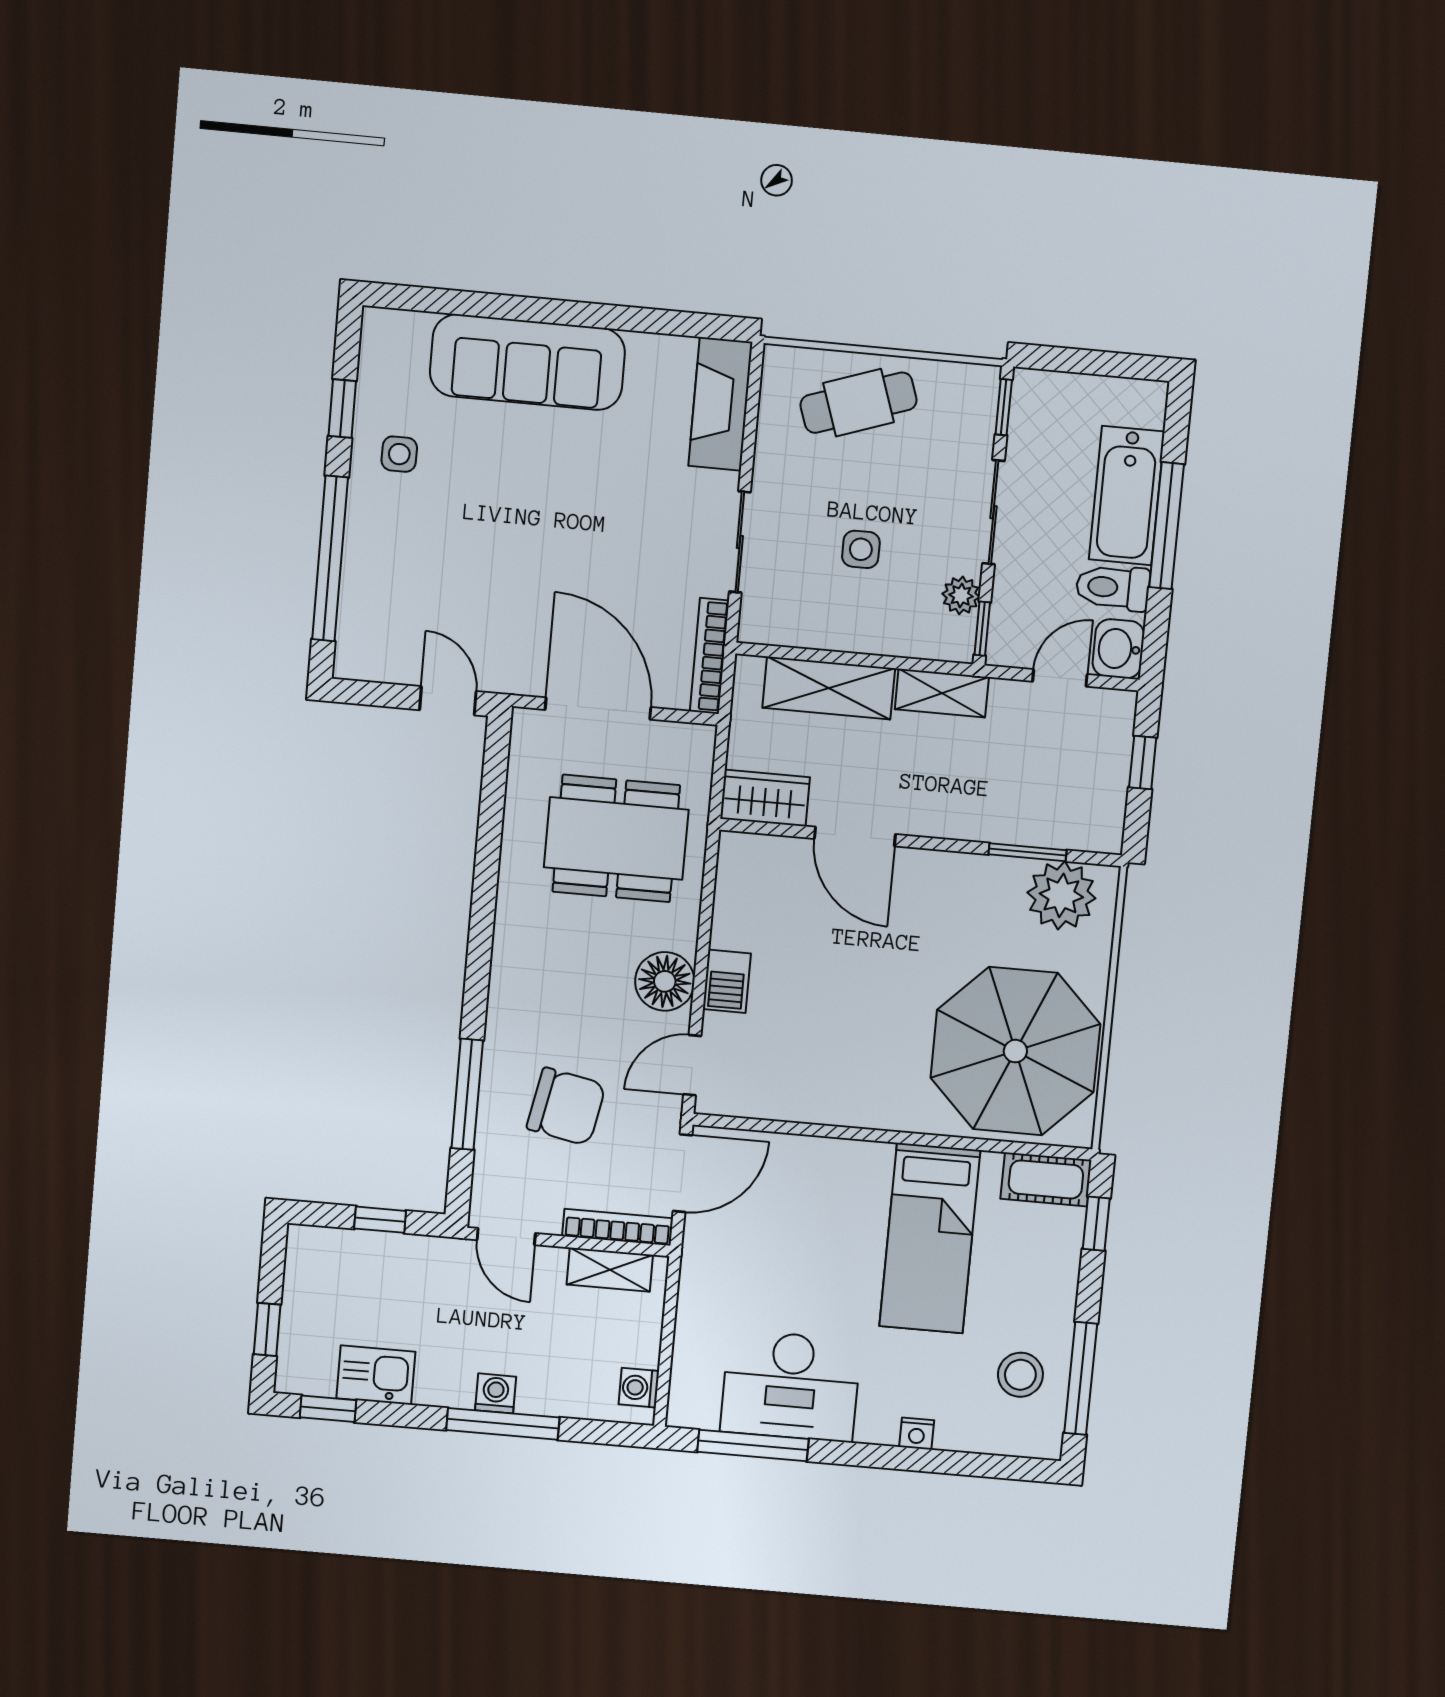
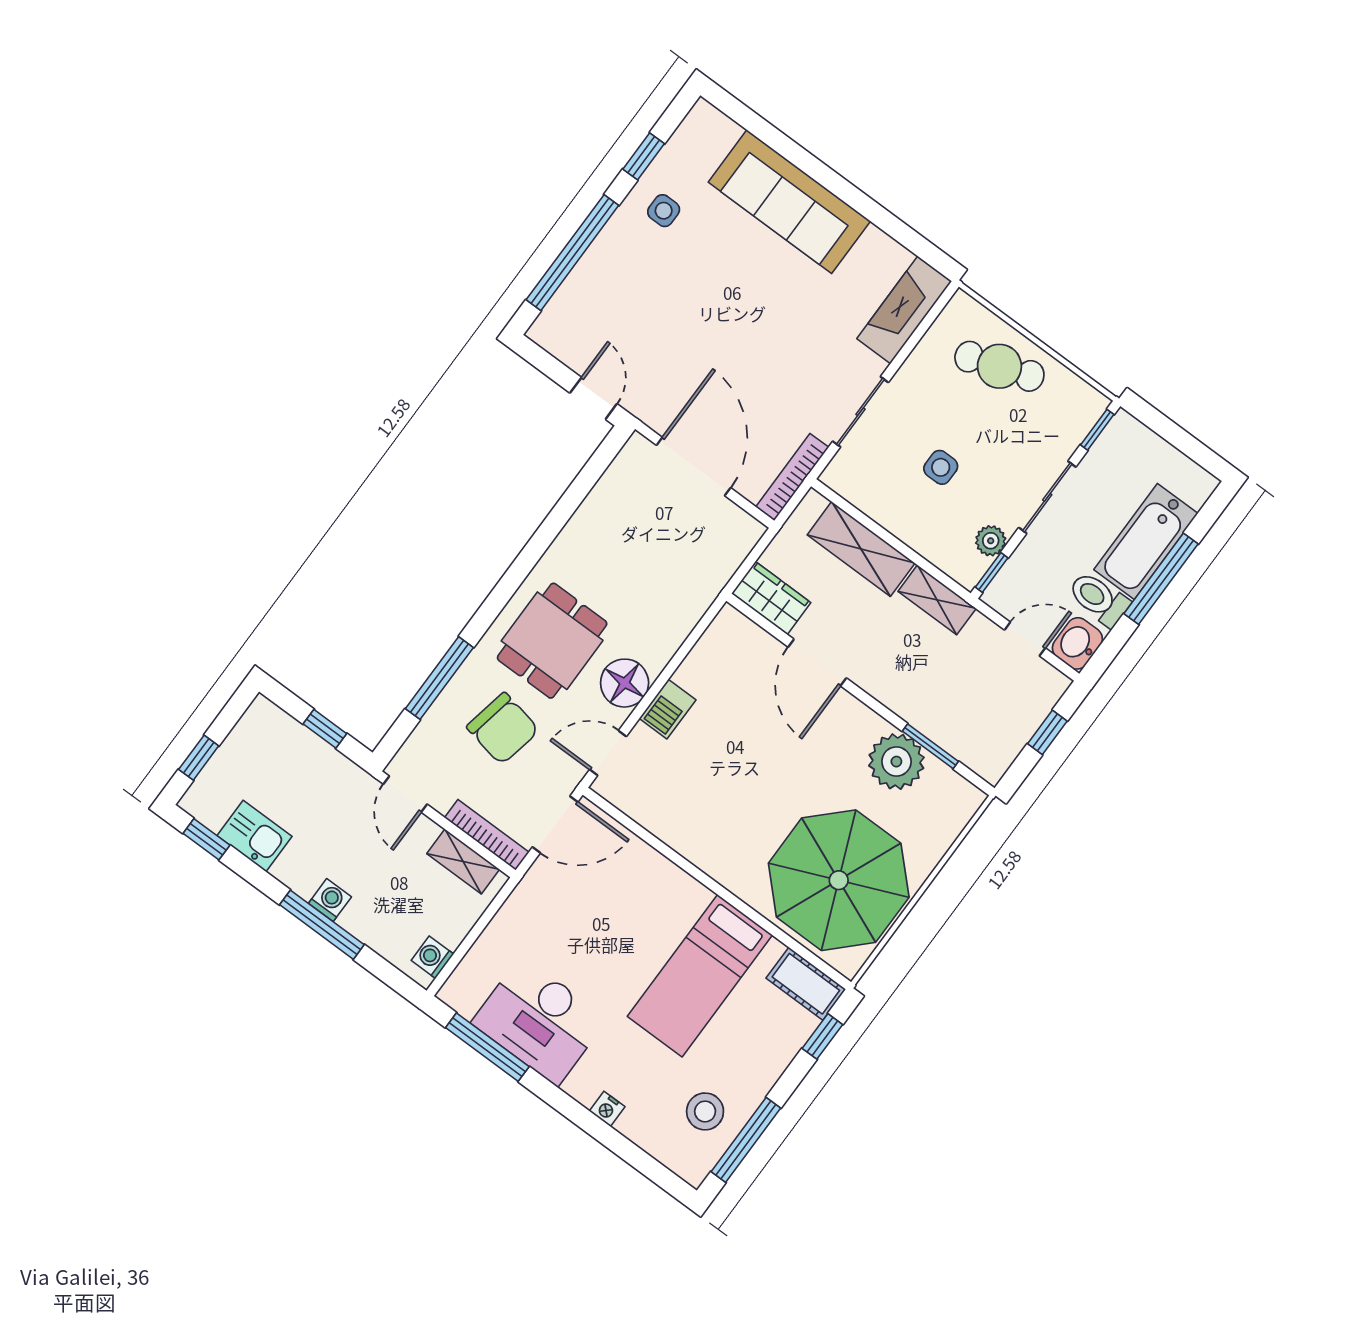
dining table: (616, 838) -> (552, 641), moved, width x0.73
plant: (1061, 895) -> (896, 762), moved

